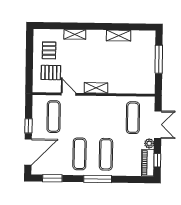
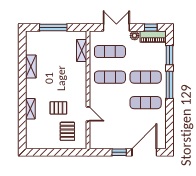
pallet: (49, 50) -> (58, 108), moved
shelving: (96, 88) -> (82, 51), moved
door: (69, 94) -> (88, 114), swing flipped
exercise mat: (54, 117) -> (110, 77), moved
door: (28, 152) -> (144, 152), hinge flipped
window: (52, 178) -> (169, 55), moved

